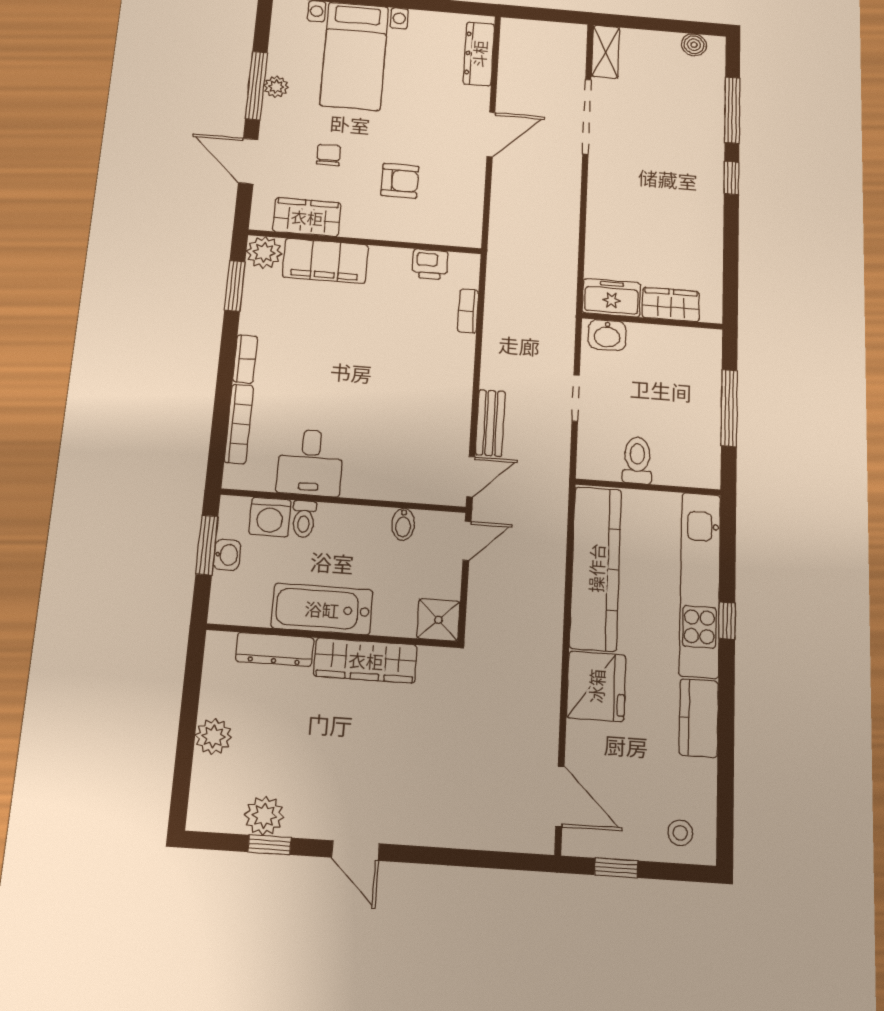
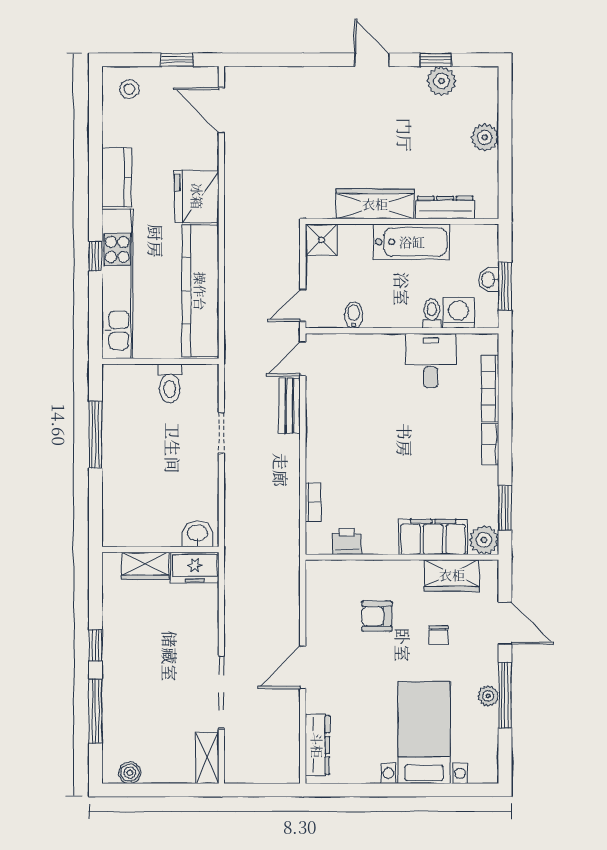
freezer: (611, 298) -> (195, 568), moved
wardrobe: (671, 305) -> (145, 566), moved
wall: (652, 321) -> (160, 550), moved
washbasin: (607, 335) -> (197, 534), moved

